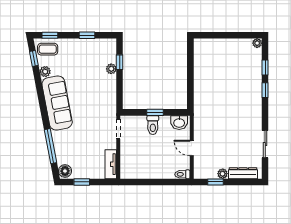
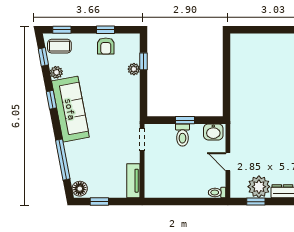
armchair: (87, 49) -> (106, 46), added
window: (41, 95) -> (51, 100), added
plant: (223, 174) -> (259, 187), width x1.87, depth x1.87

